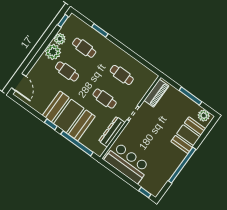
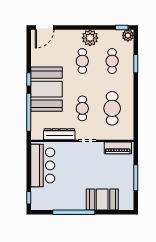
plant: (60, 39) -> (128, 35), moved
cafe table: (122, 75) -> (112, 108), width x1.37, depth x1.35
plant: (204, 115) -> (128, 200), removed

